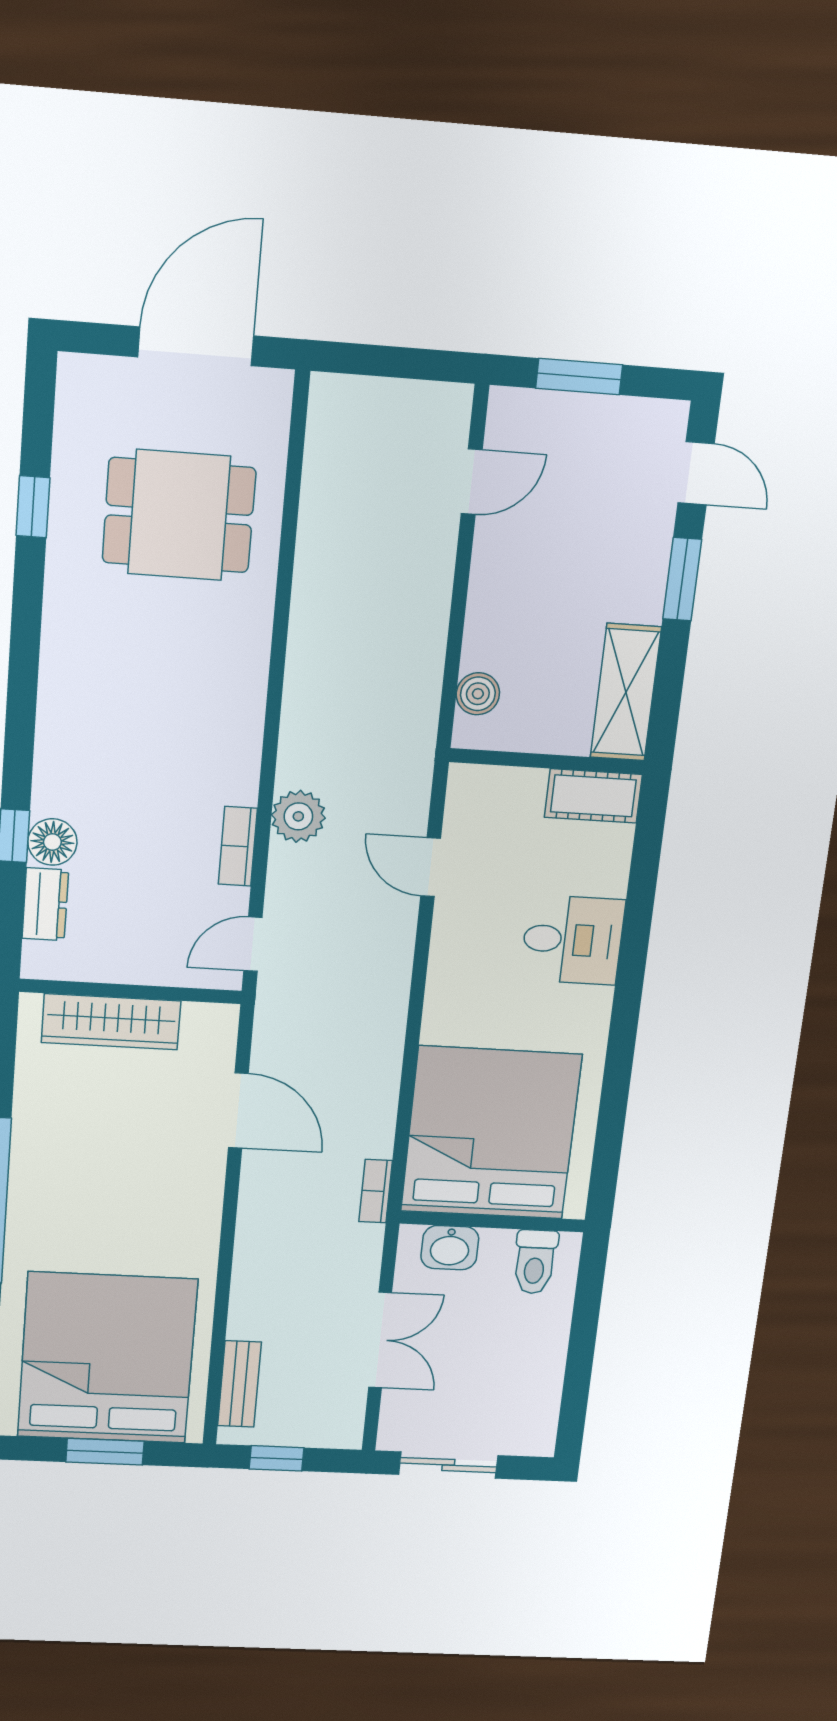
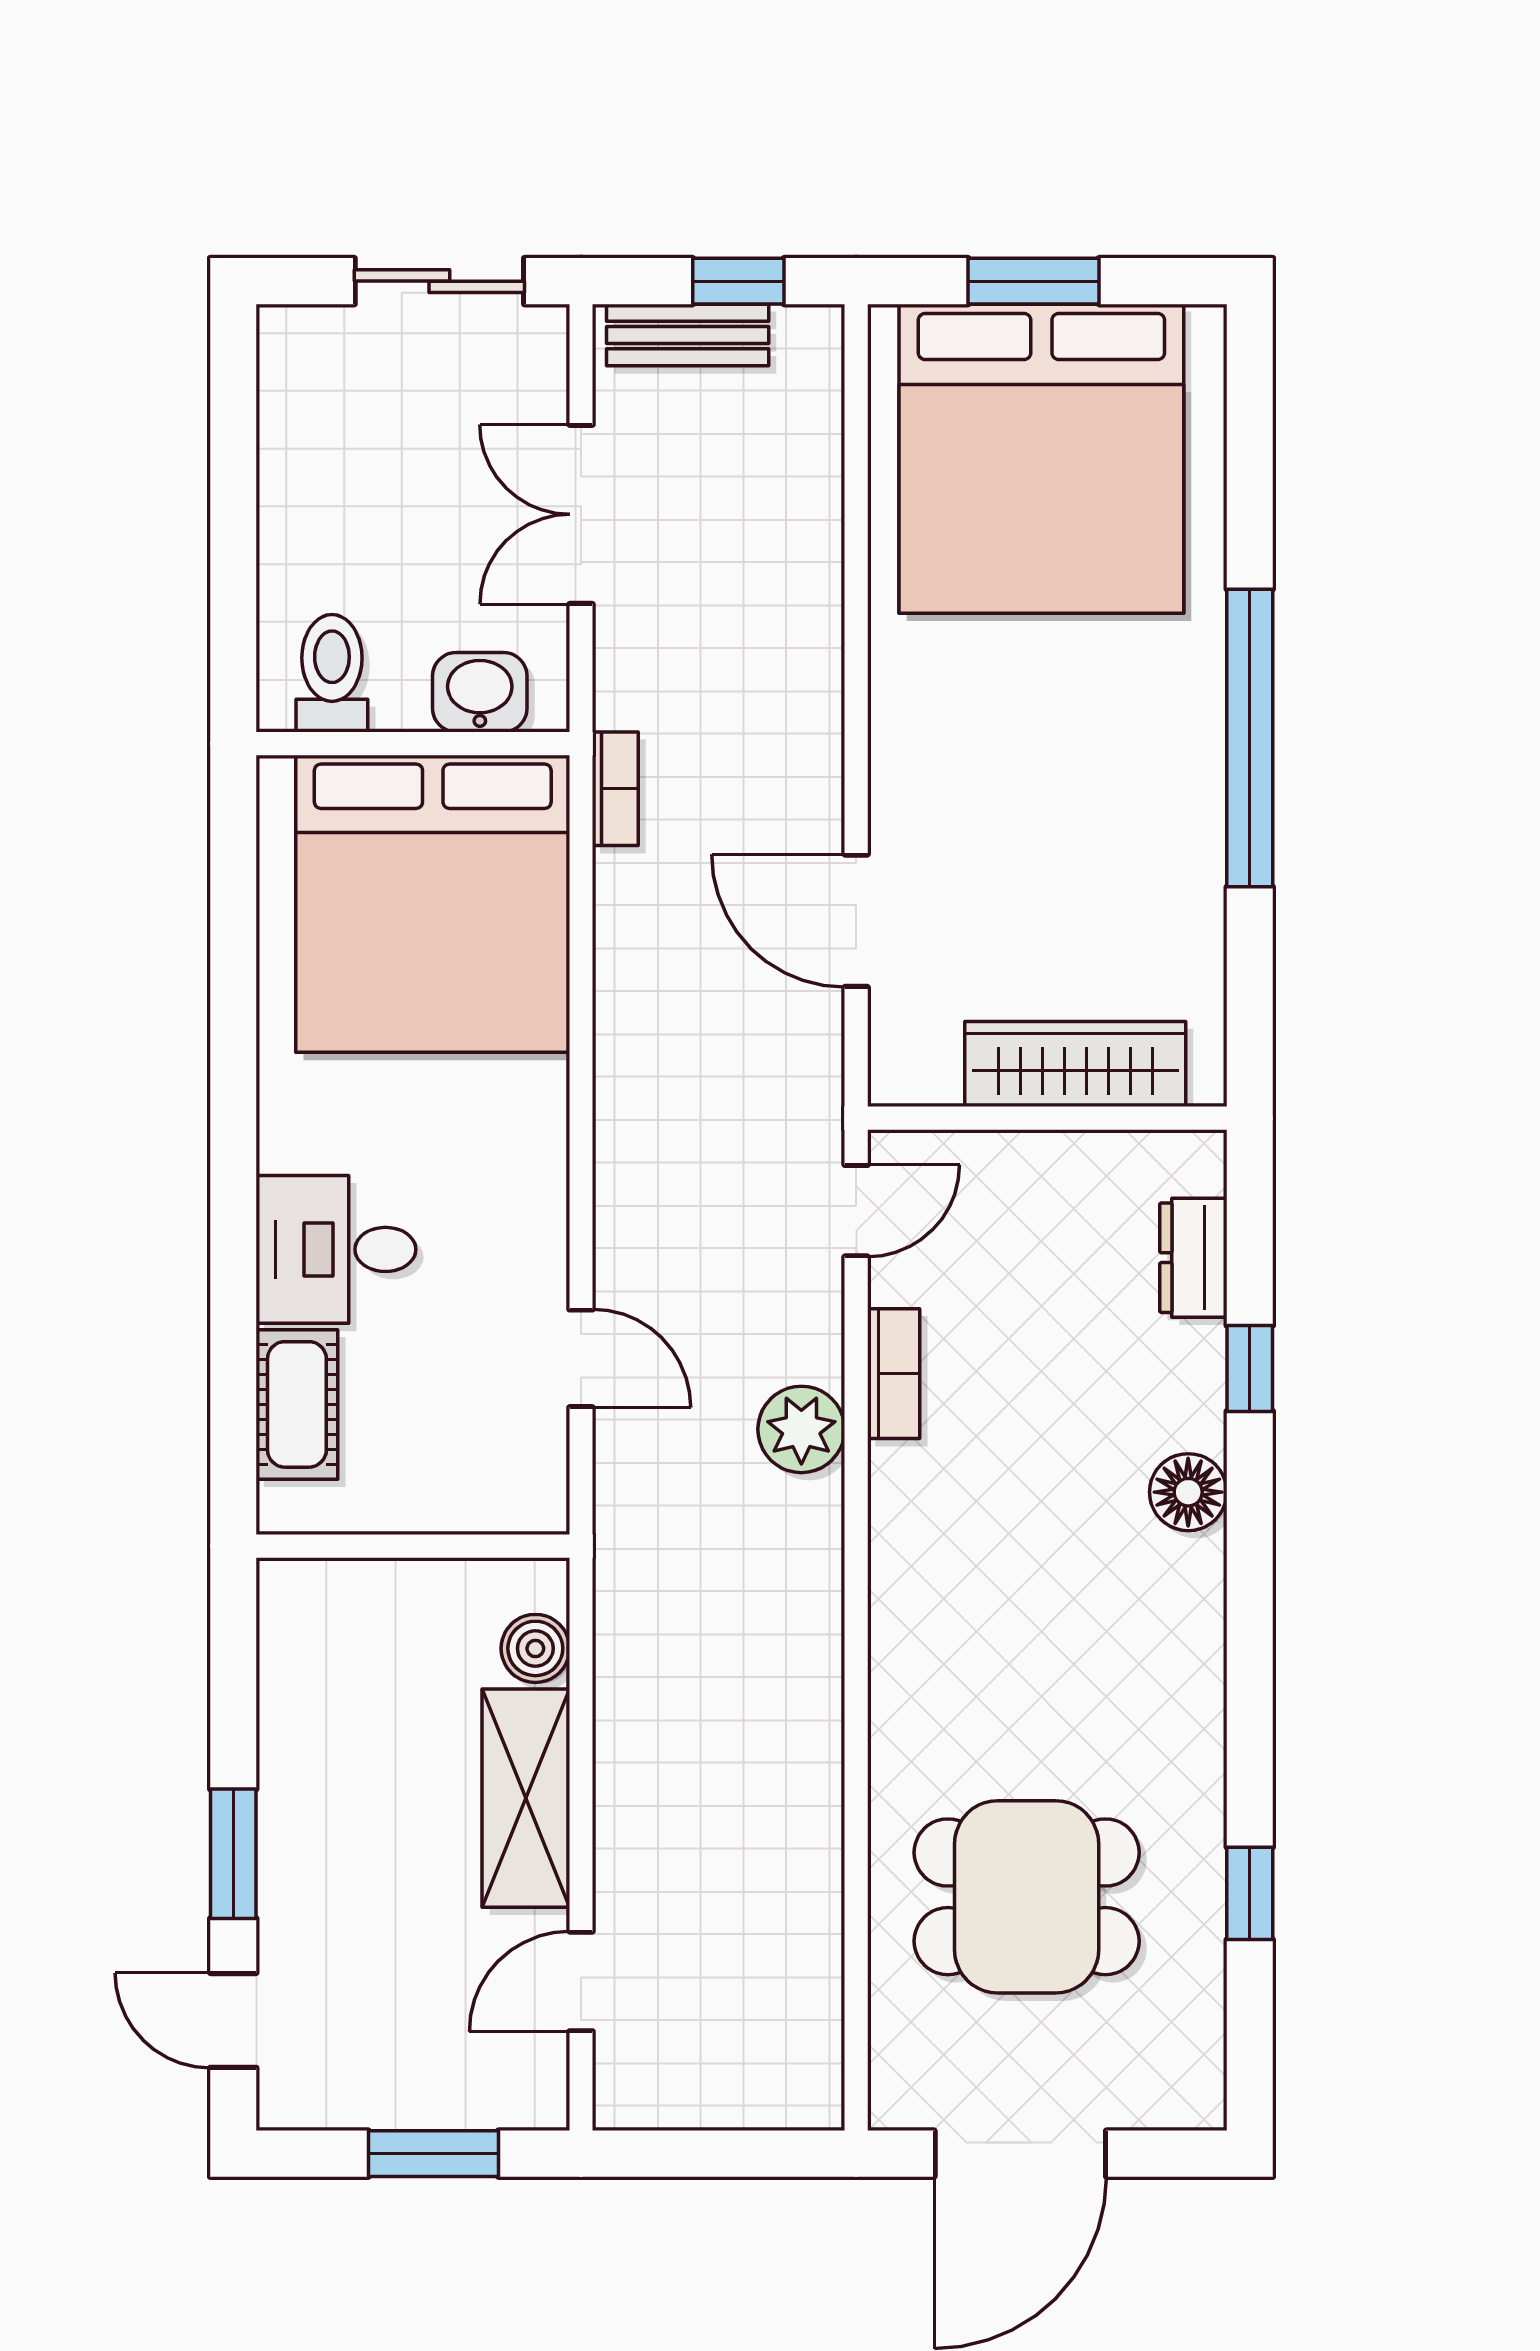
shelving: (626, 692) -> (526, 1798), moved
cot: (593, 796) -> (297, 1404), moved, turned 90
floor lamp: (52, 842) -> (1188, 1492), moved
bench: (239, 1384) -> (688, 335), moved, turned 90

